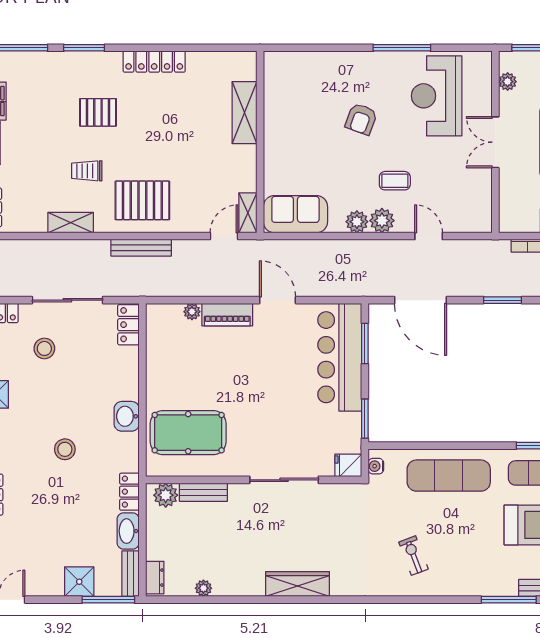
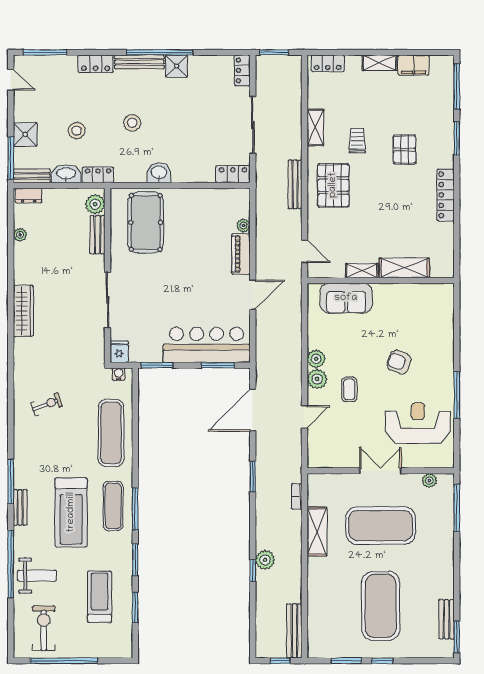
shelving: (248, 213) -> (362, 271), moved
sofa: (295, 214) -> (346, 298), moved, turned 90
stool: (44, 348) -> (77, 131), moved

